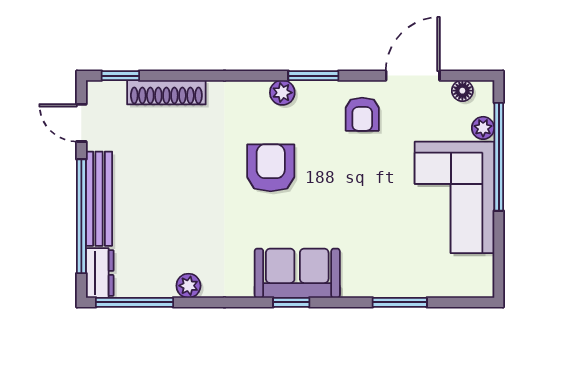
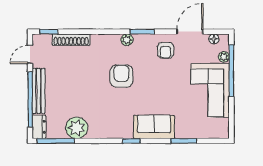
door: (81, 123) -> (30, 54), hinge flipped
sofa: (297, 273) -> (154, 127), moved
plant: (188, 286) -> (77, 128), width x1.87, depth x1.87

